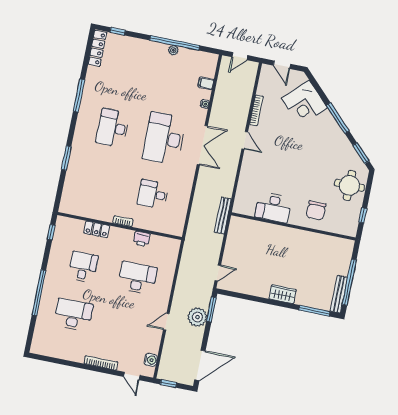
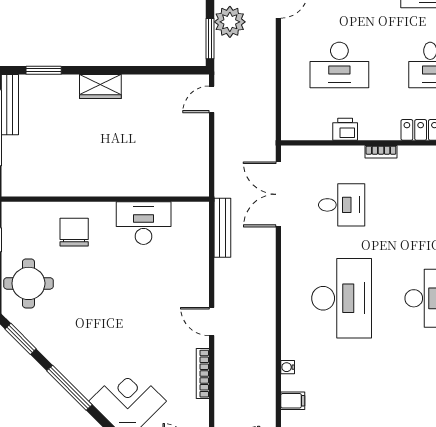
double door: (202, 145) -> (278, 194), moved
bench: (223, 216) -> (222, 228), moved
window: (314, 311) -> (44, 70), width x0.69

